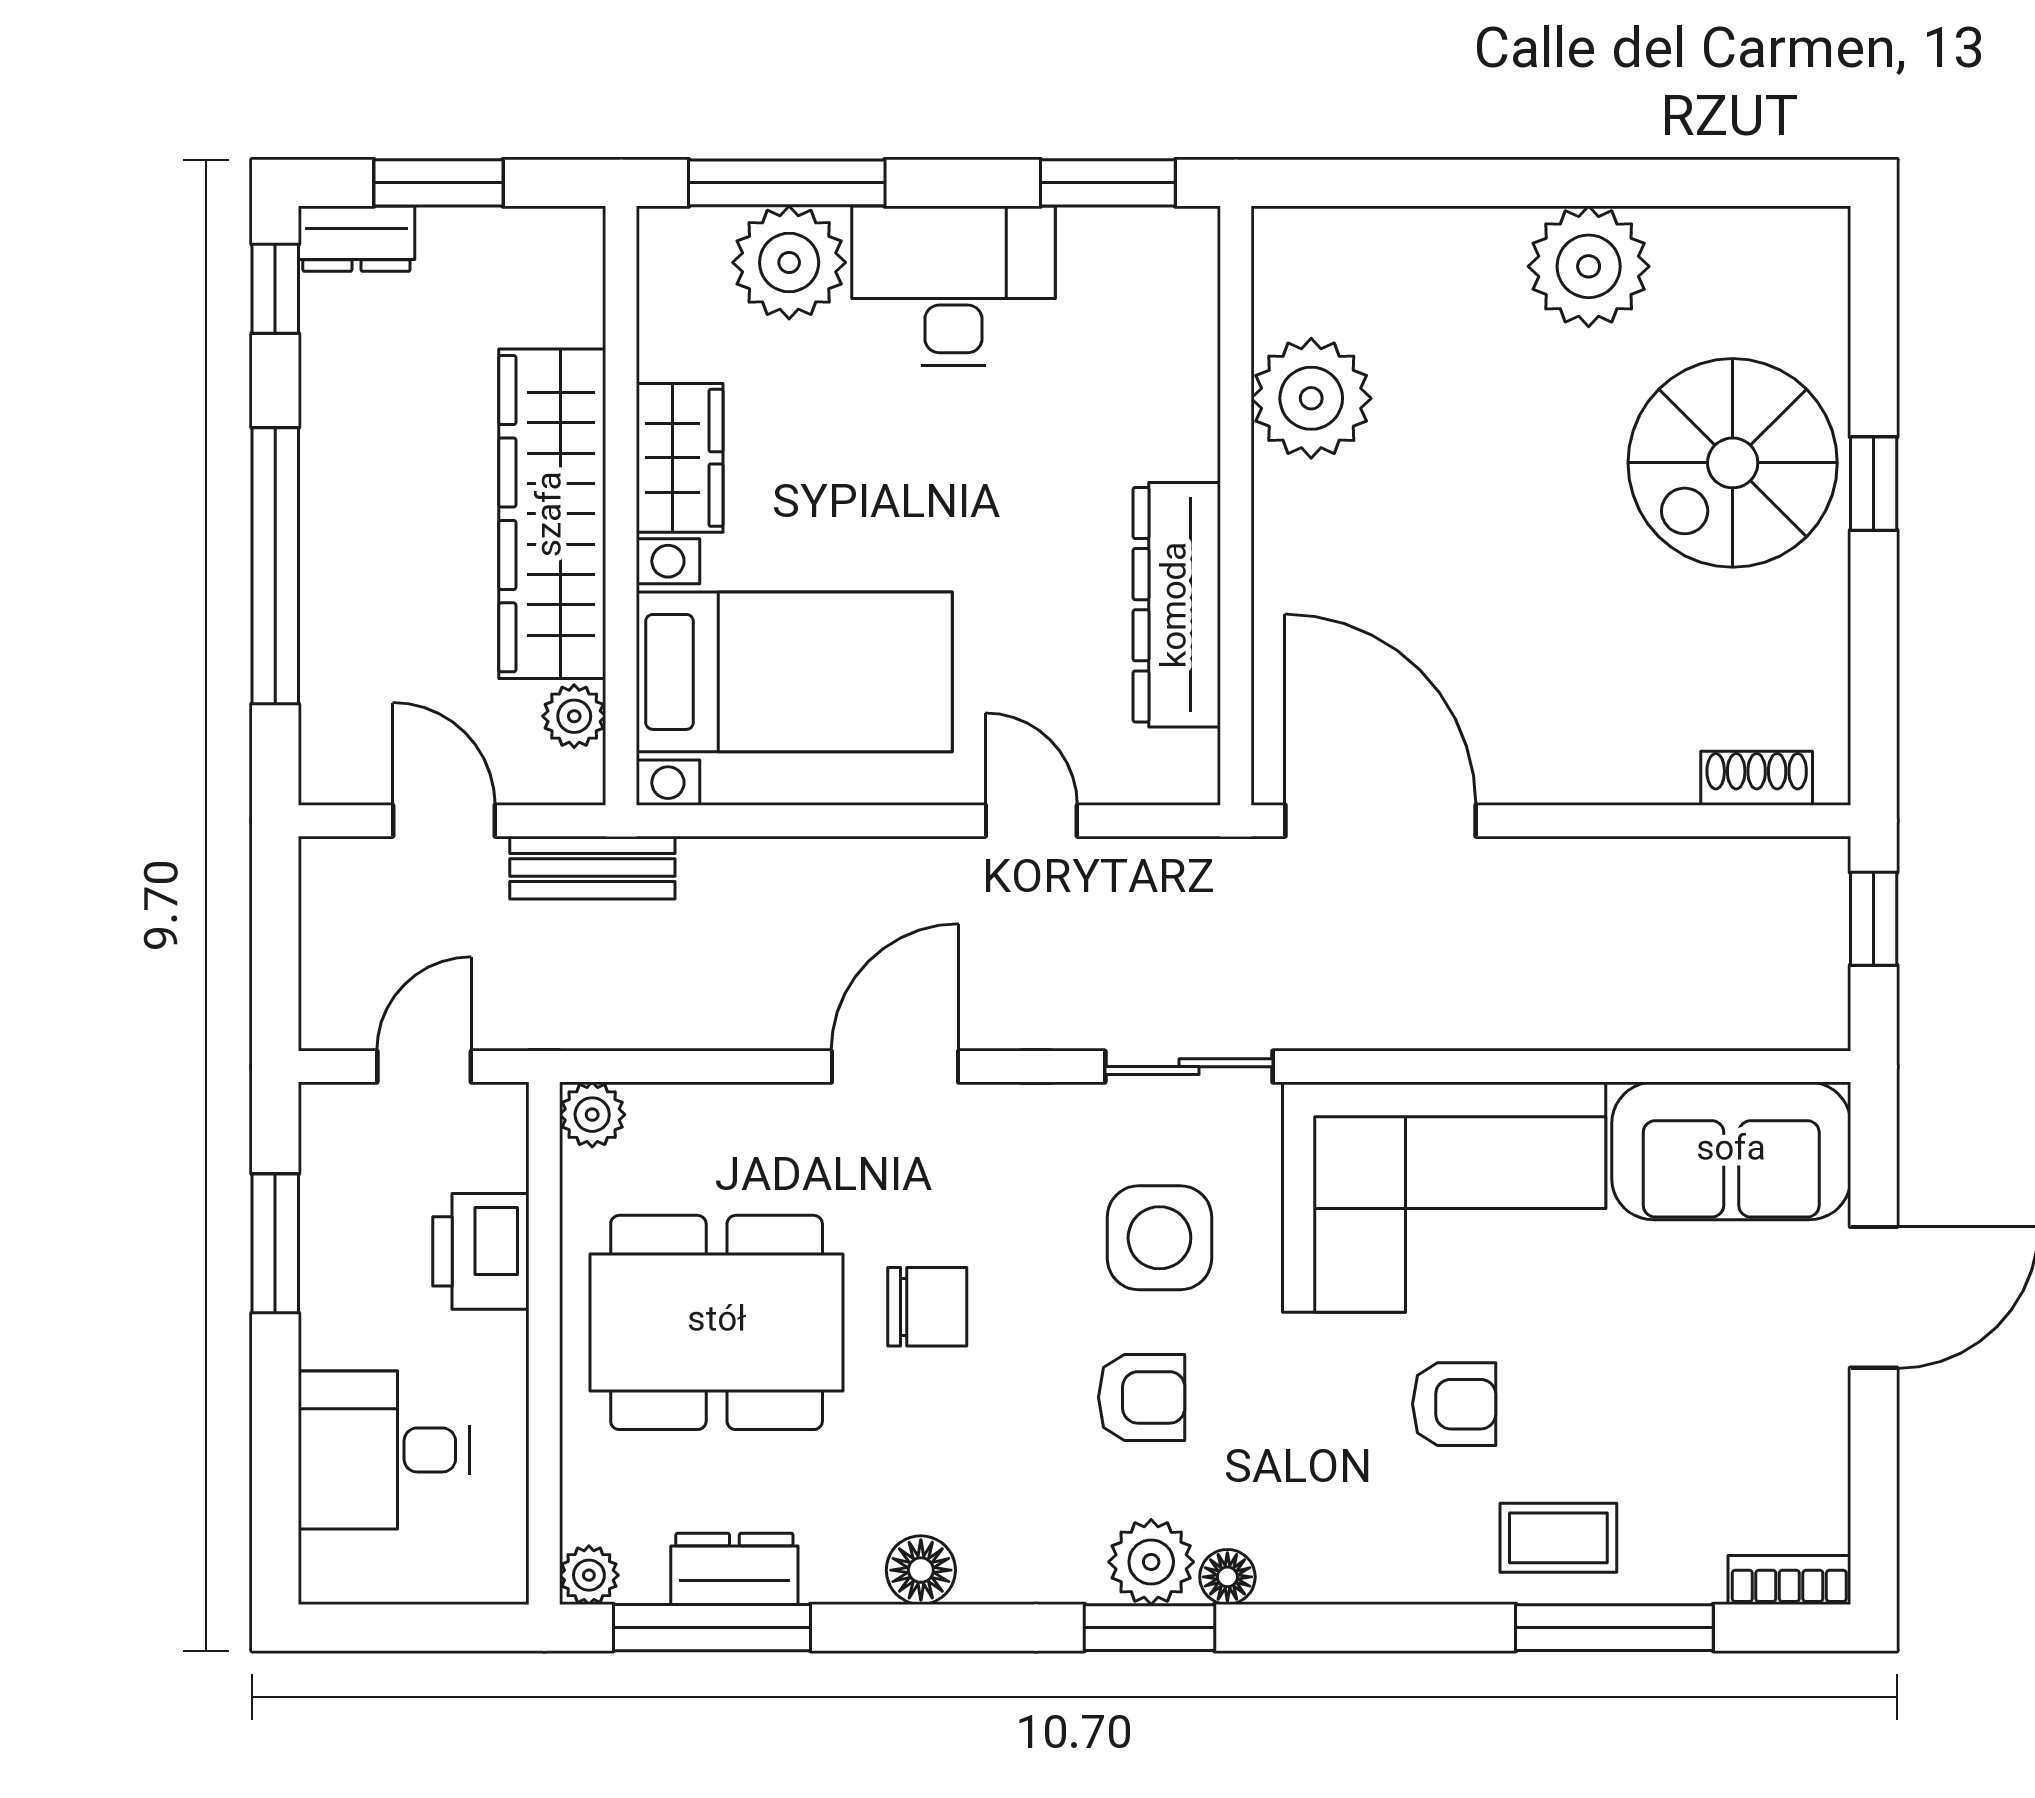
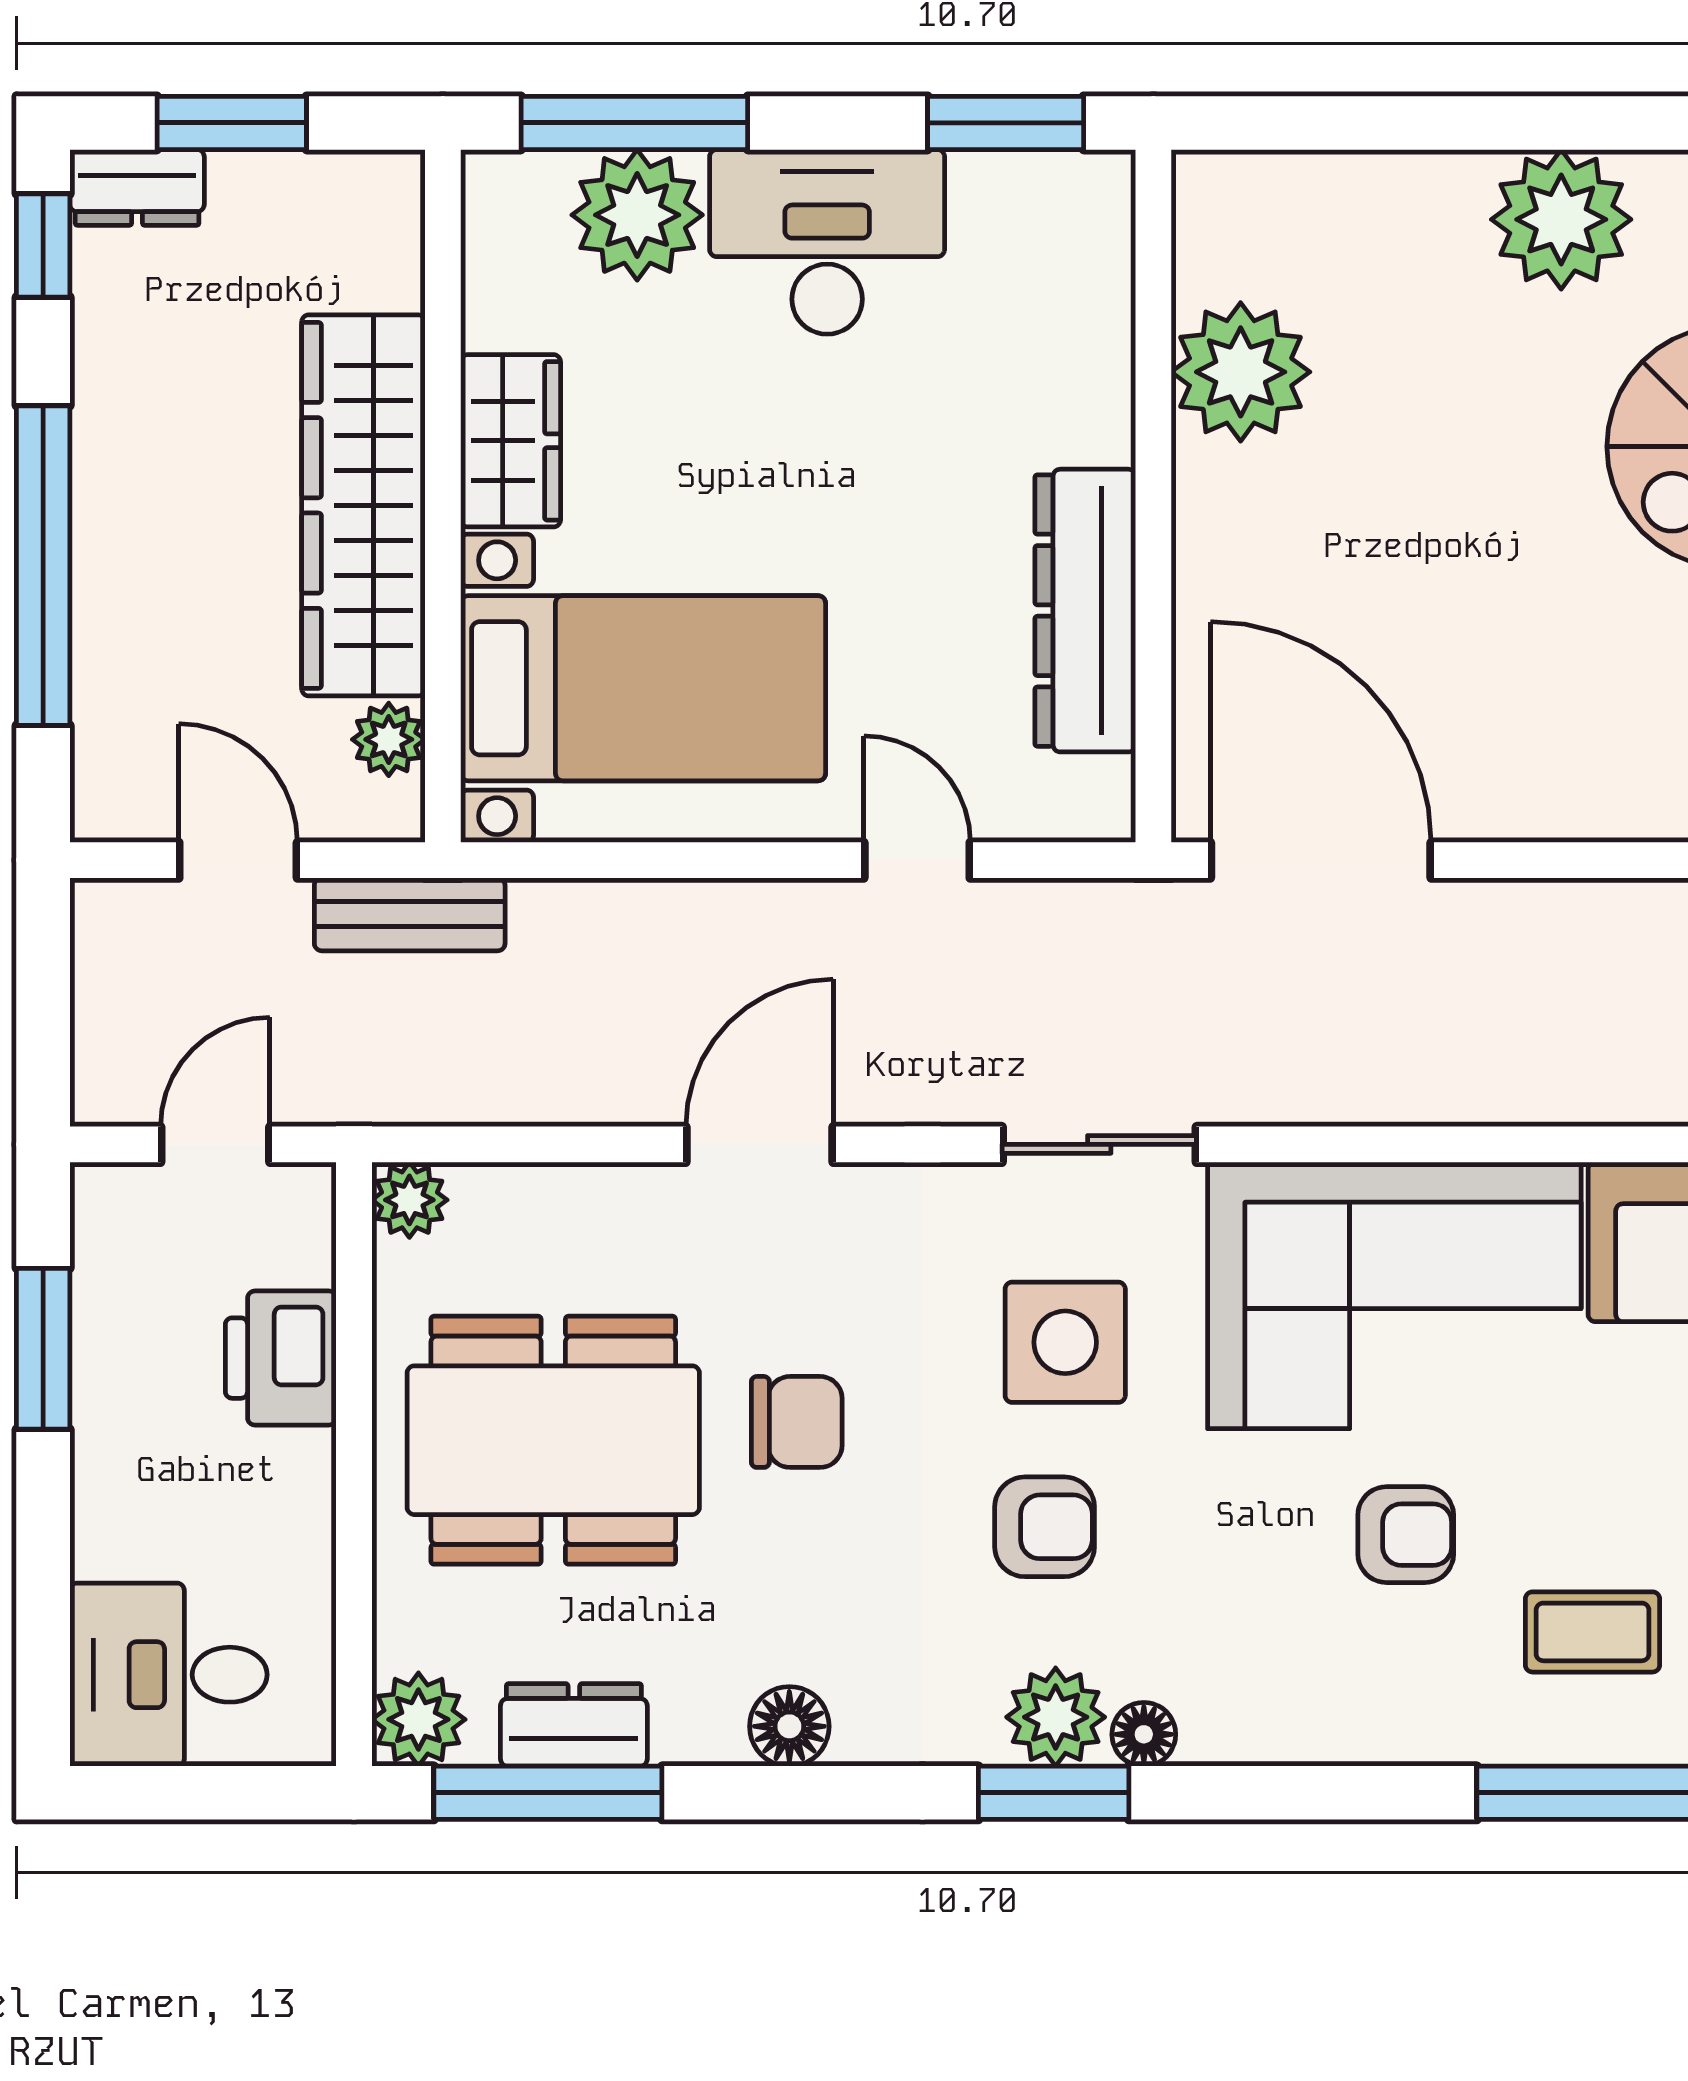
desk: (384, 1450) -> (168, 1675), moved
coffee table: (1558, 1538) -> (1593, 1632), moved
plant: (589, 1575) -> (418, 1719), width x1.38, depth x1.38

